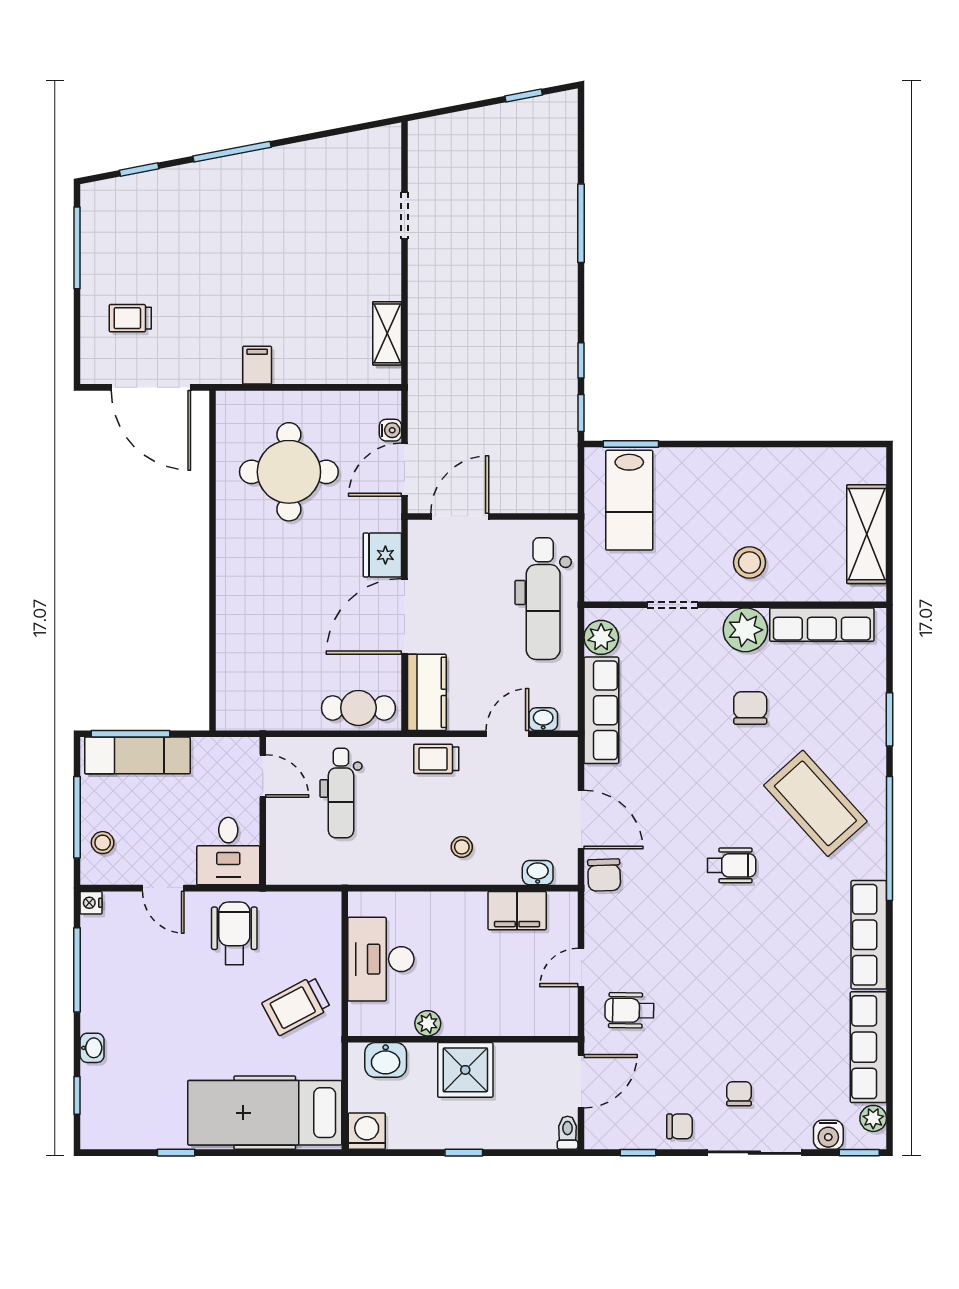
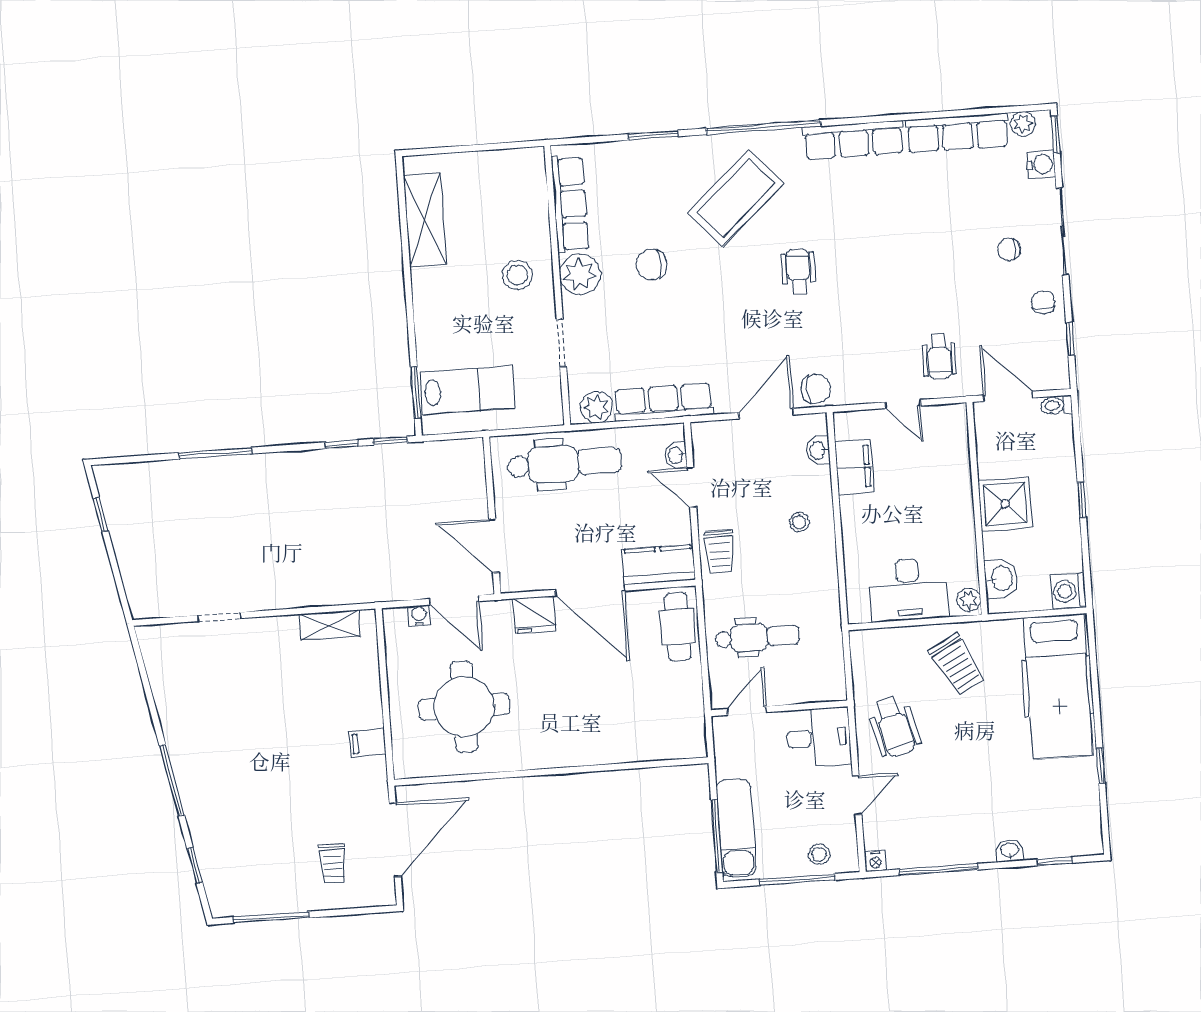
shelving: (867, 534) -> (425, 220), moved, turned 90
wheelchair: (234, 933) -> (894, 727), turned -104
plant: (428, 1023) -> (969, 600), moved

